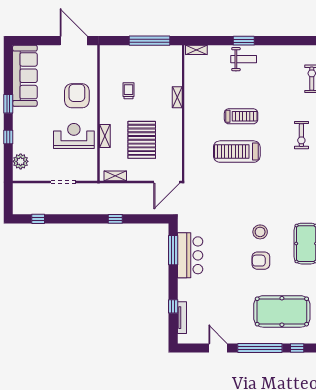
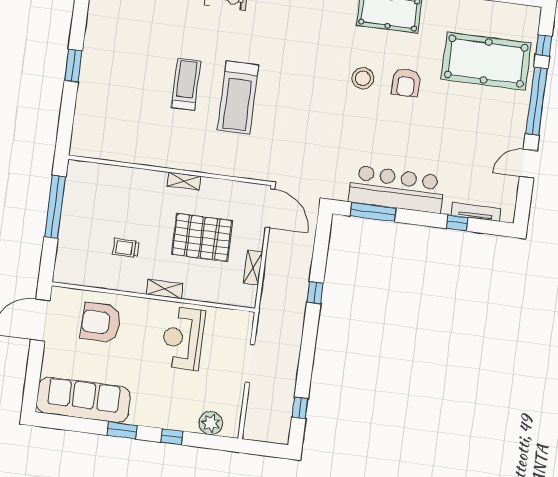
shelving: (196, 50) -> (78, 138), removed
weight bench: (244, 59) -> (101, 69), removed
armchair: (77, 96) -> (101, 322), moved
shelving: (177, 97) -> (184, 181), moved
shelving: (105, 136) -> (165, 289), moved
shelving: (115, 176) -> (253, 268), moved
bar counter: (190, 255) -> (397, 189), width x1.36
pool table: (282, 311) -> (486, 61), turned 90

